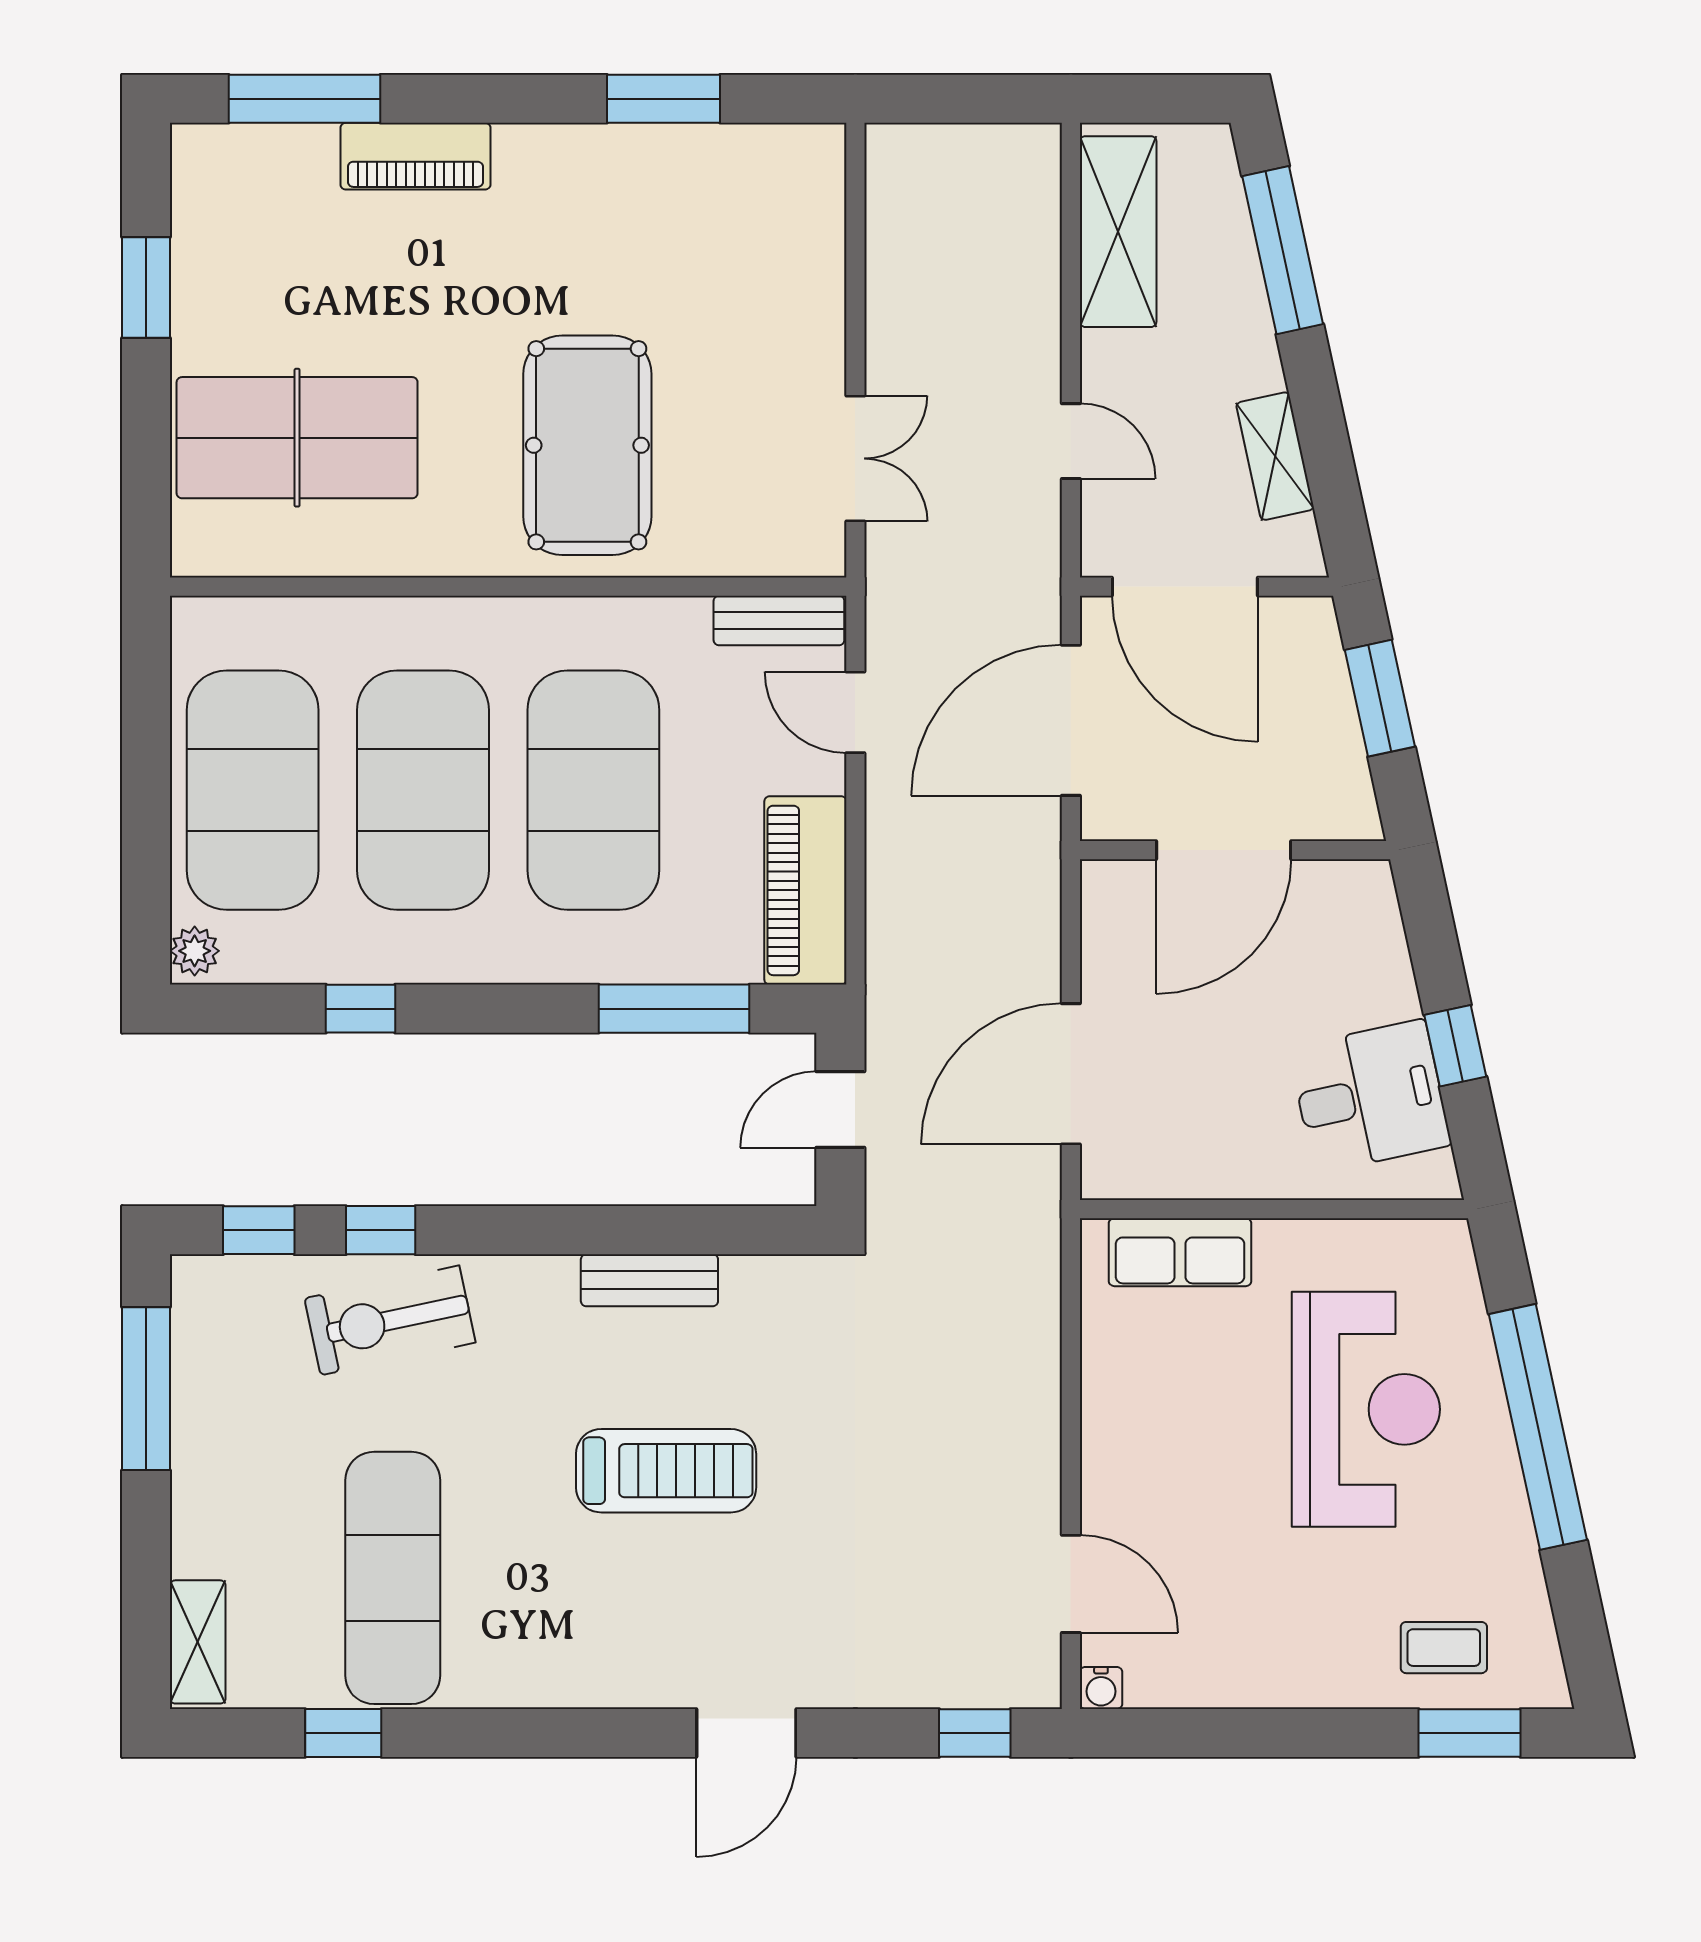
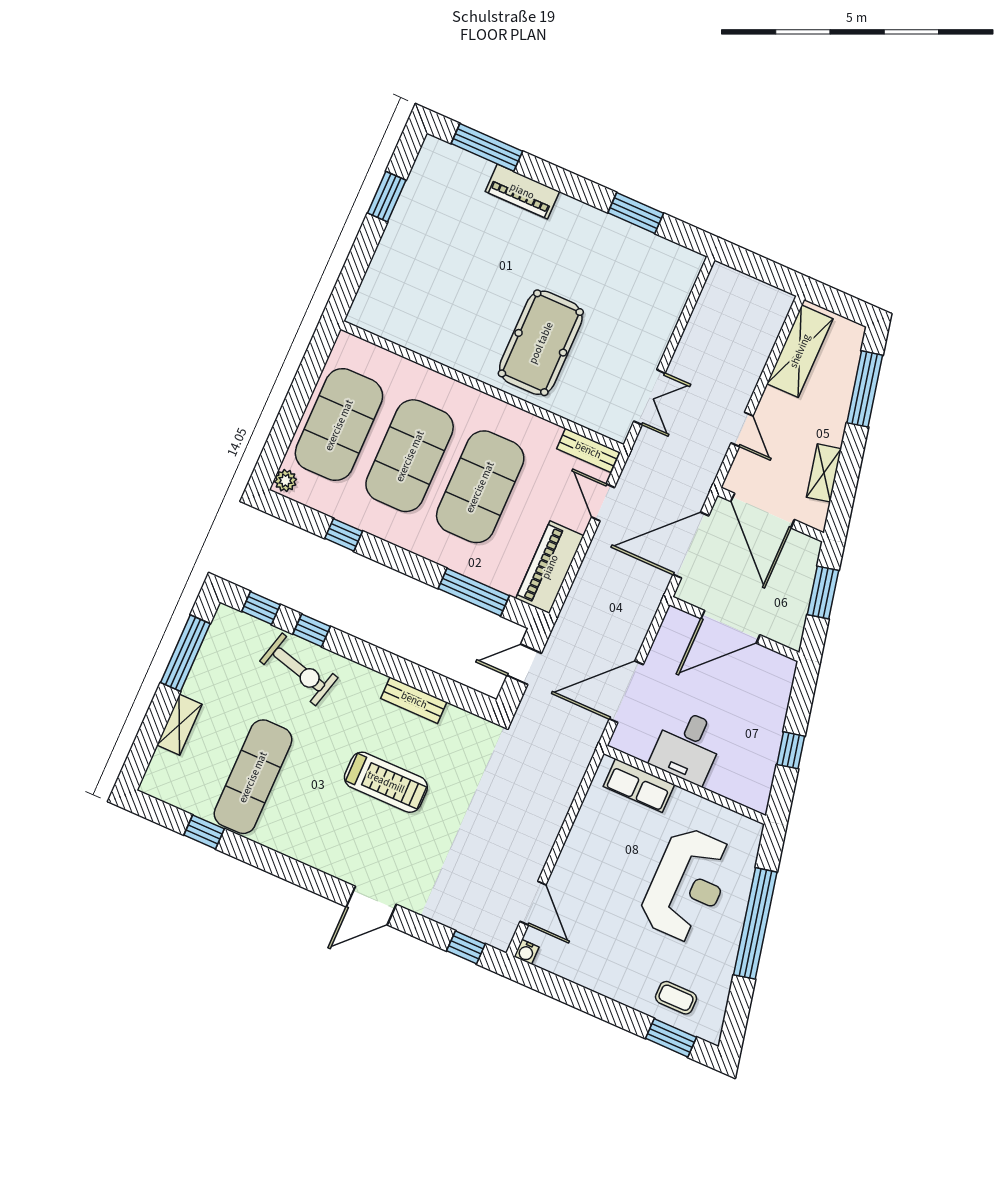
table tennis table: (297, 438) -> (422, 287), removed
desk: (1370, 1096) -> (688, 747), moved, turned 102
exercise bike: (390, 1320) -> (299, 669), turned -153
shelving: (198, 1642) -> (179, 725), moved

